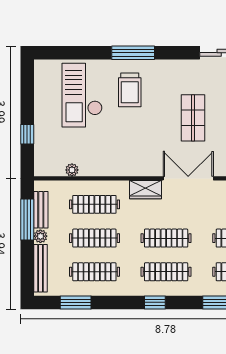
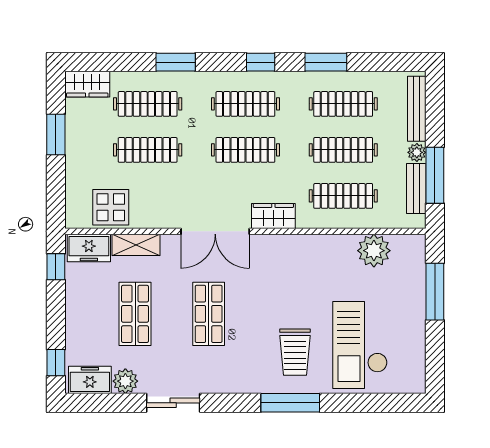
trolley: (130, 90) -> (295, 352), turned 180
checkout: (82, 95) -> (360, 345), turned 180
window: (27, 134) -> (435, 292), width x2.17
plant: (72, 170) -> (374, 251), width x1.87, depth x1.87
window: (76, 302) -> (326, 62), moved

